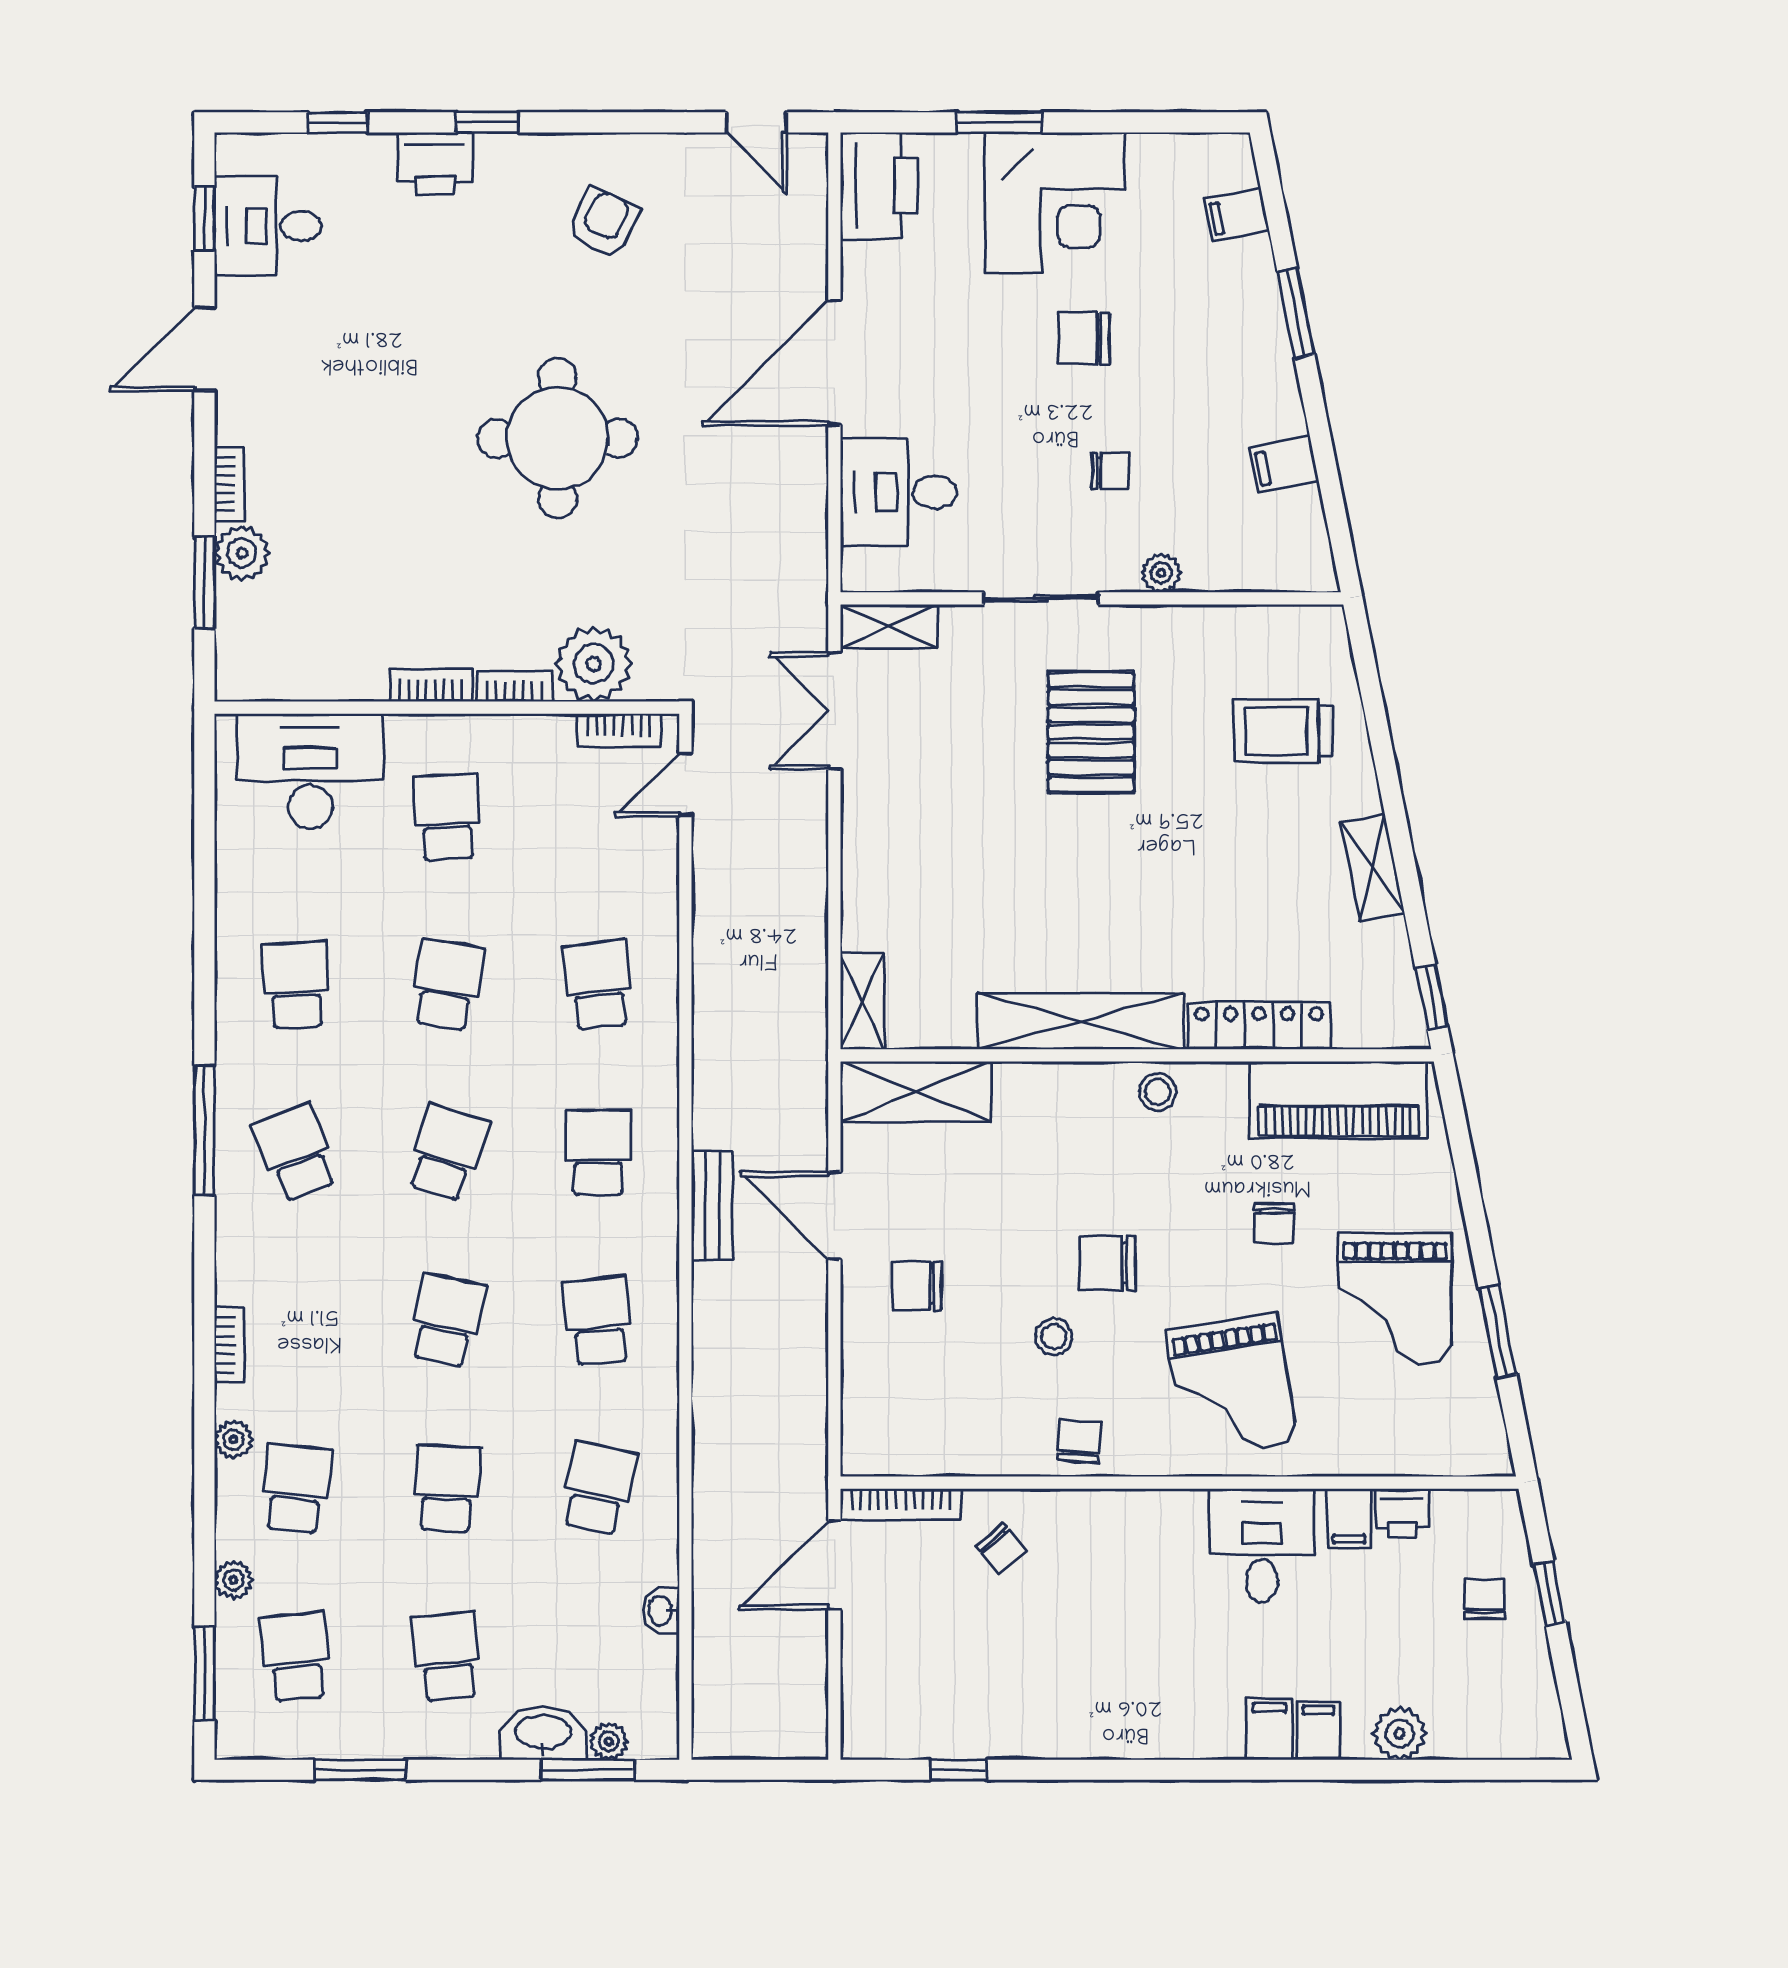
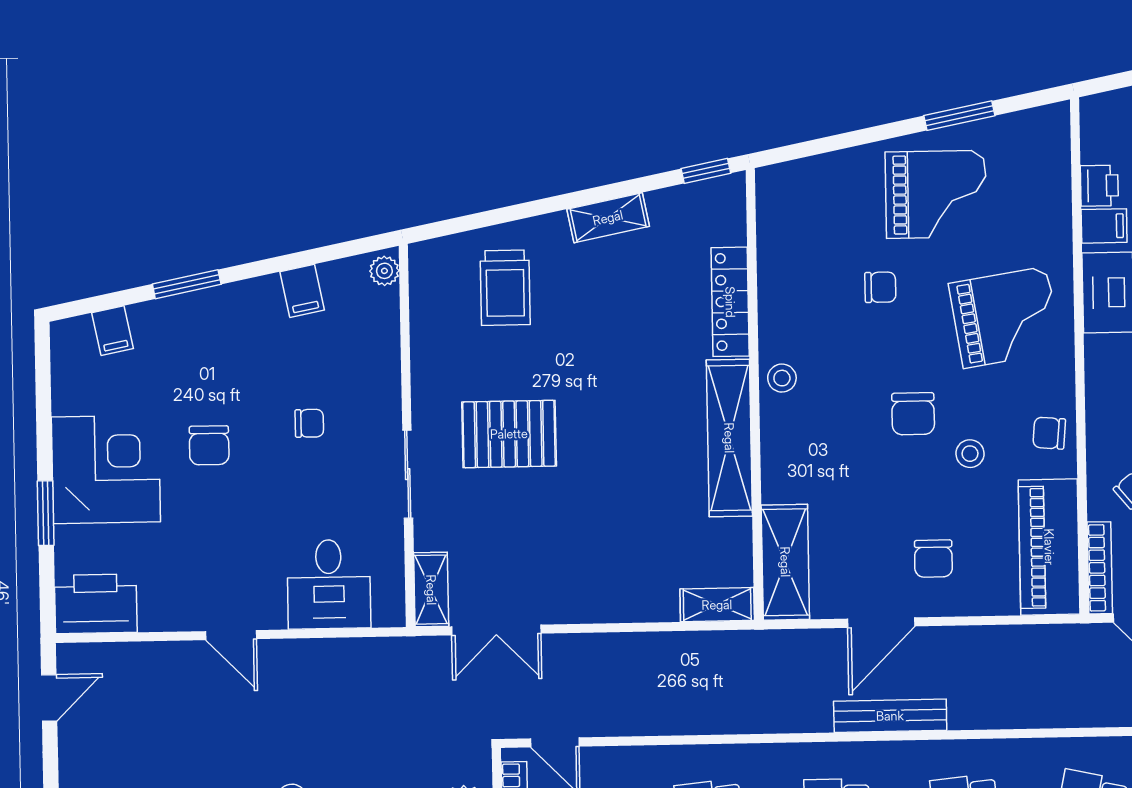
door: (834, 362) -> (231, 635), width x0.53
chair: (1110, 471) -> (309, 423), turned 90
plant: (1161, 573) -> (384, 271), moved
piano: (1338, 1100) -> (1049, 547), moved, turned 180
bench: (712, 1206) -> (890, 716), width x1.36

